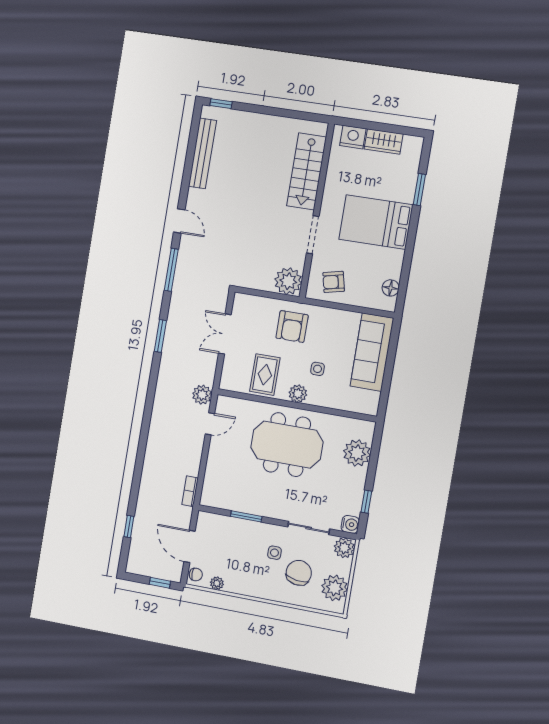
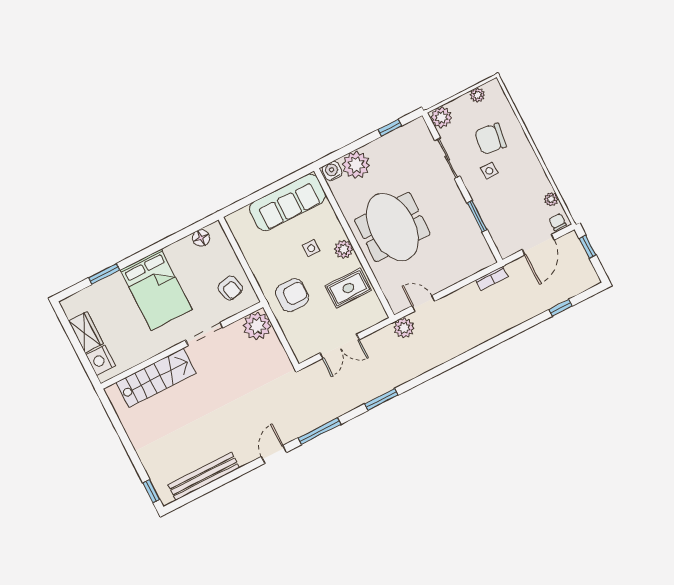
sofa: (372, 352) -> (288, 202), moved
water cooler: (350, 524) -> (332, 171), moved
plant: (335, 588) -> (477, 95), width x0.53, depth x0.53

